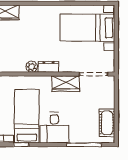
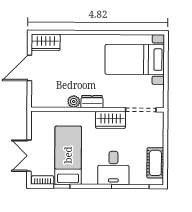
desk: (54, 128) -> (113, 168), moved

